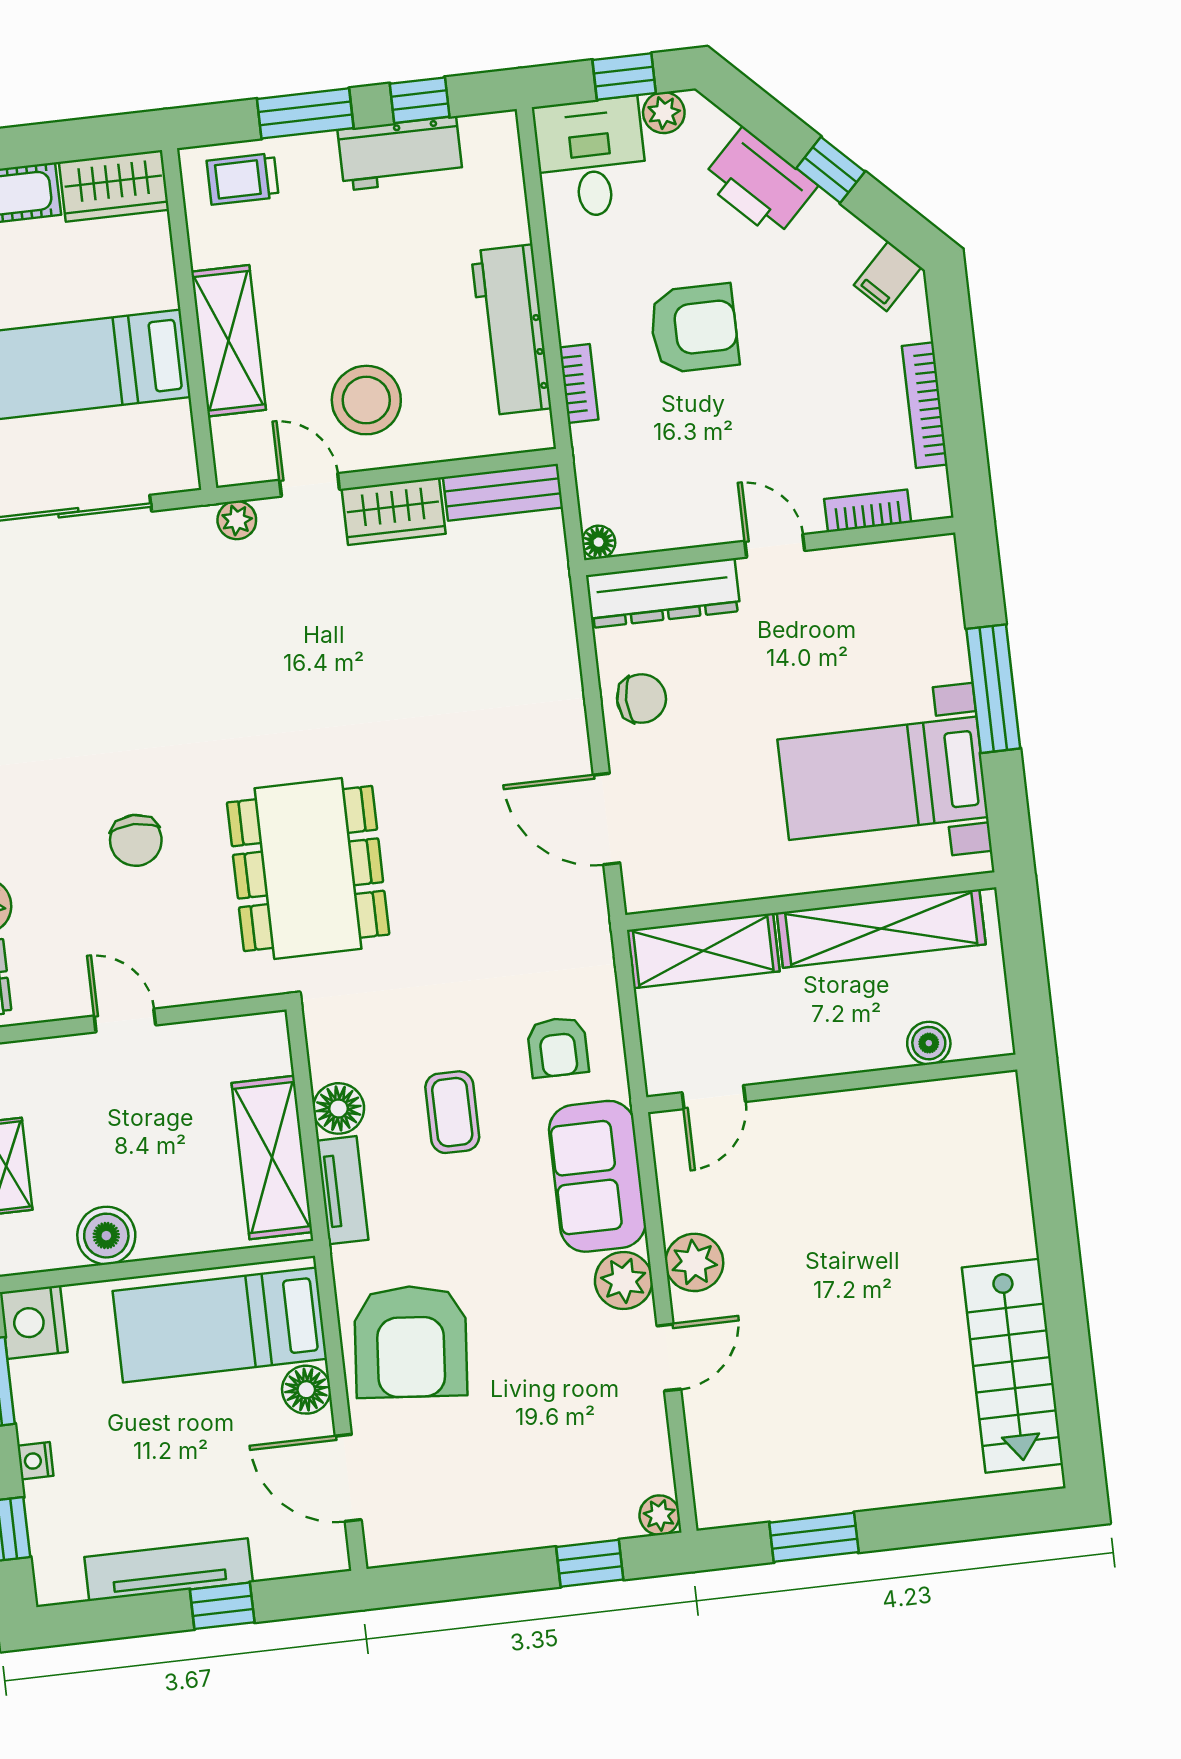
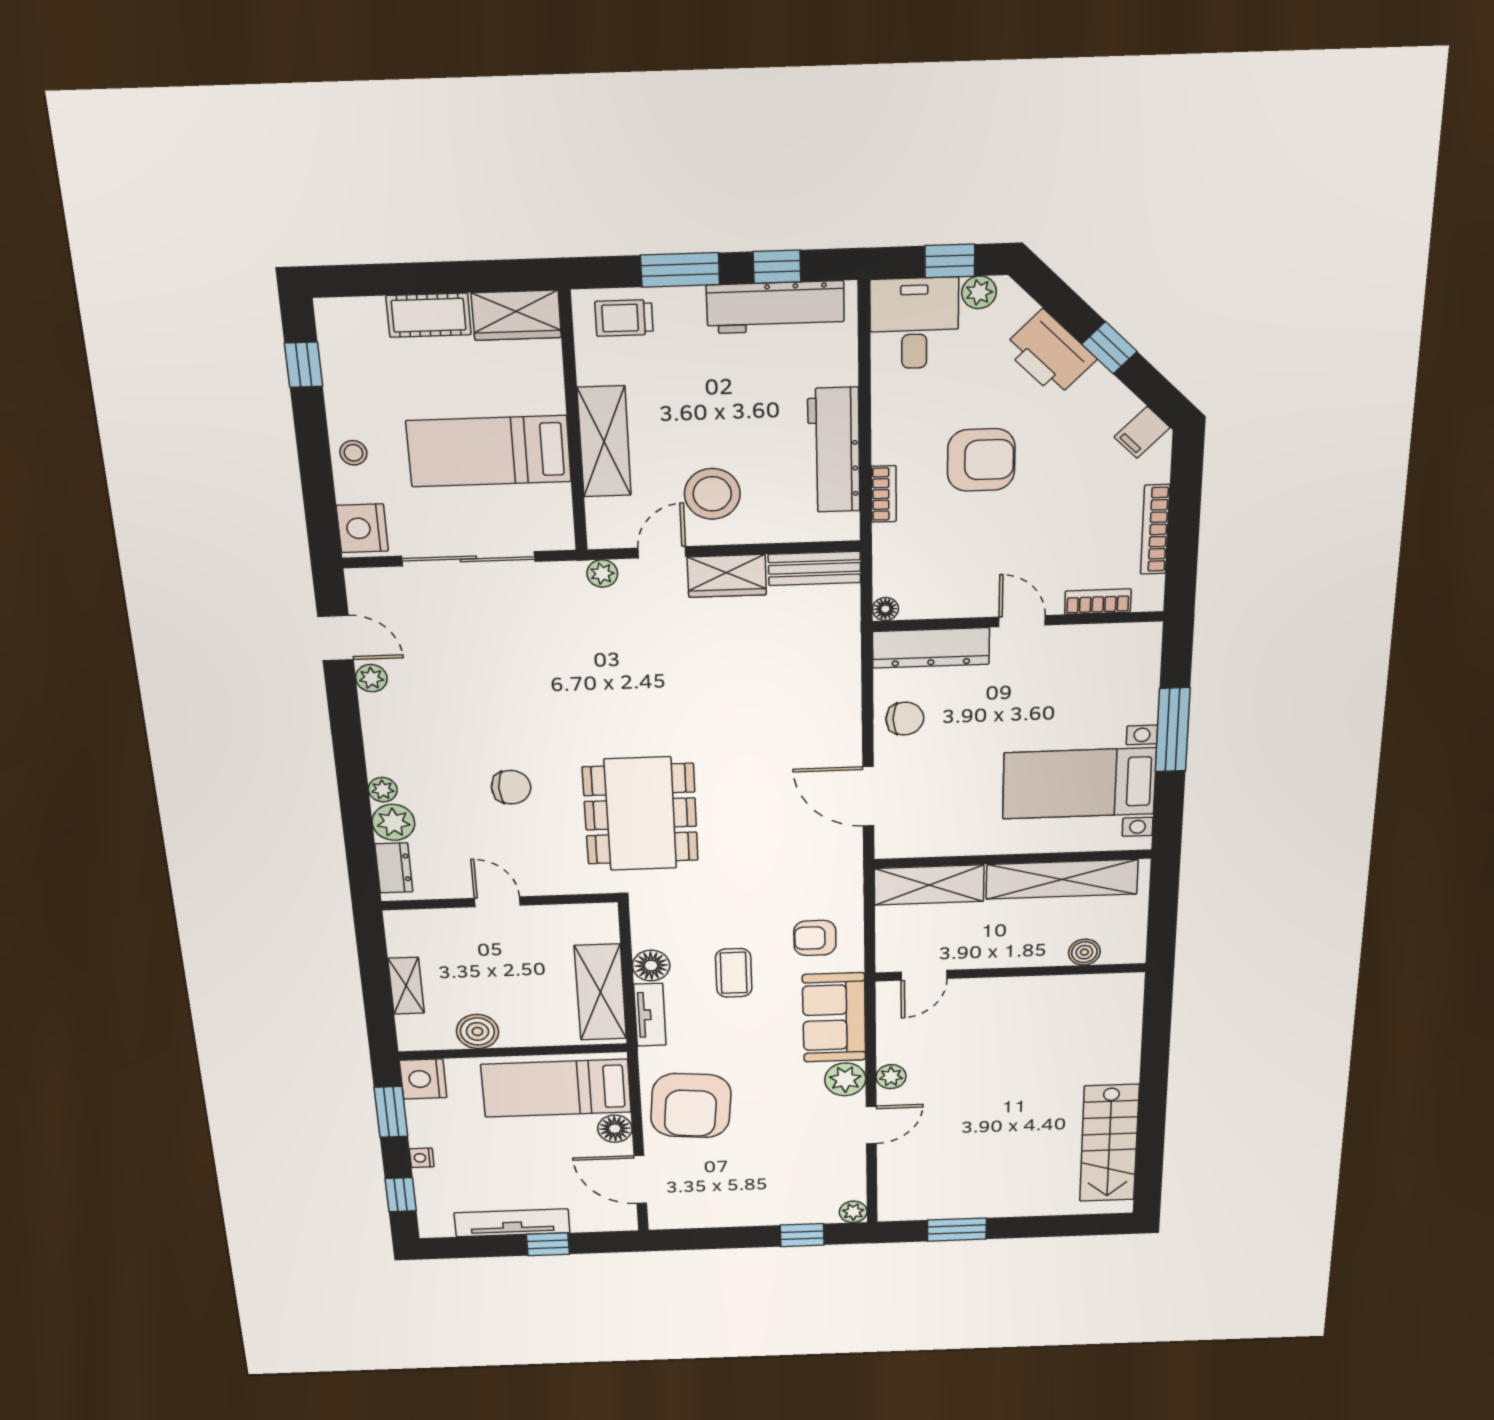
workbench: (400, 153) -> (775, 307), width x1.38
door: (310, 485) -> (662, 552), hinge flipped
chair: (136, 840) -> (511, 787), turned -90
armchair: (558, 1047) -> (815, 938), turned 90
plant: (694, 1262) -> (891, 1077), width x0.73, depth x0.73

